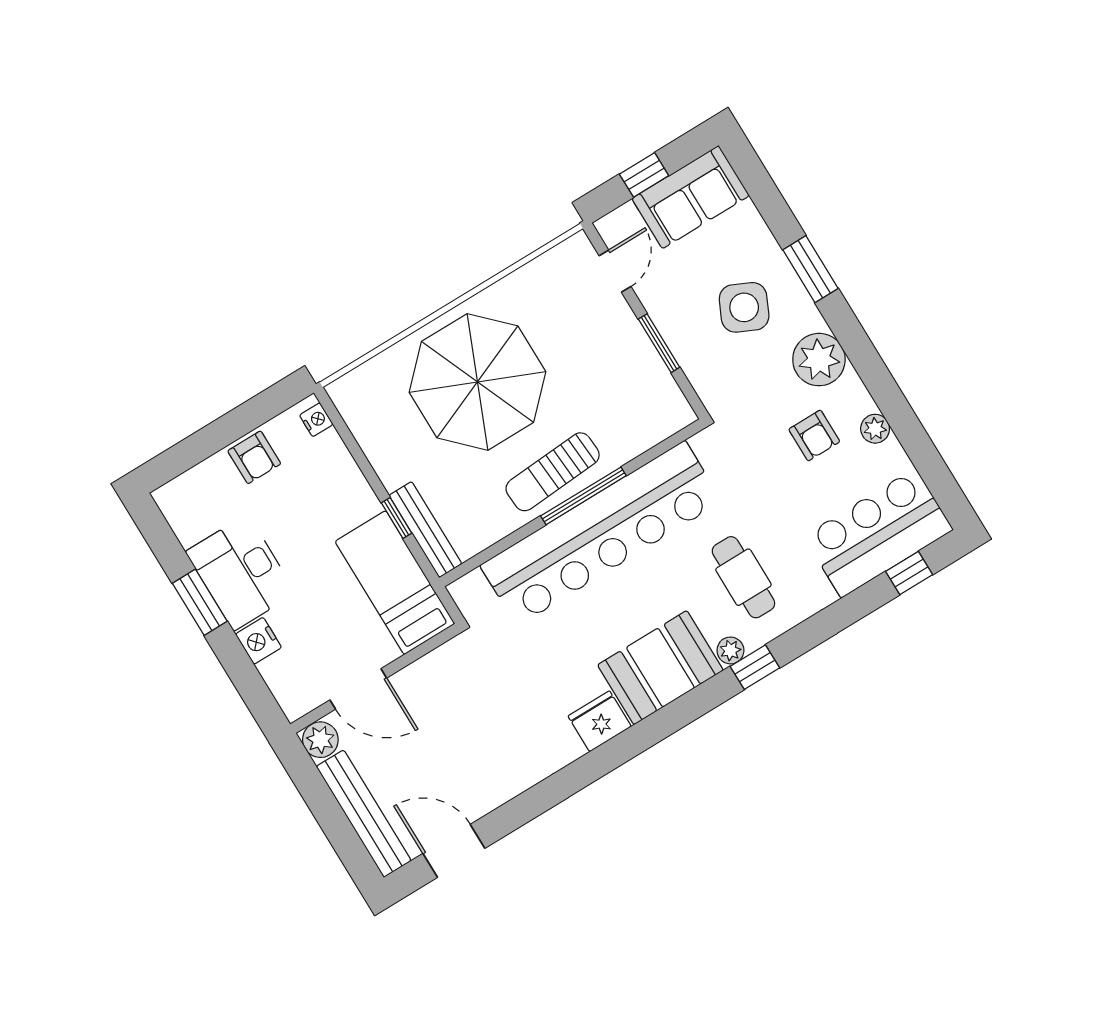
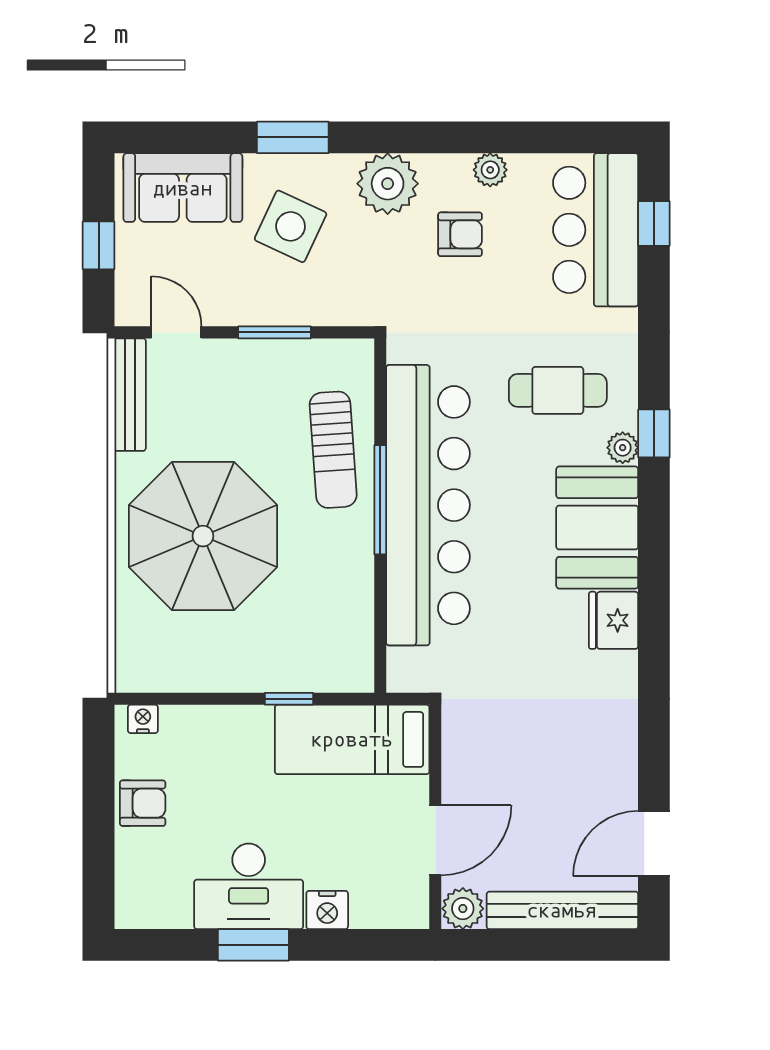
sofa: (691, 197) -> (183, 188), moved, turned 90
sun lounger: (553, 472) -> (333, 450), moved
bench: (425, 530) -> (130, 395), moved, turned 90

